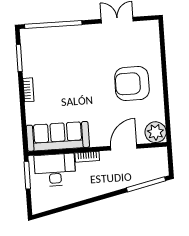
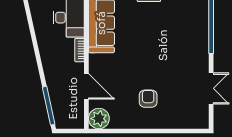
armchair: (132, 84) -> (148, 99), width x0.53, depth x0.53

